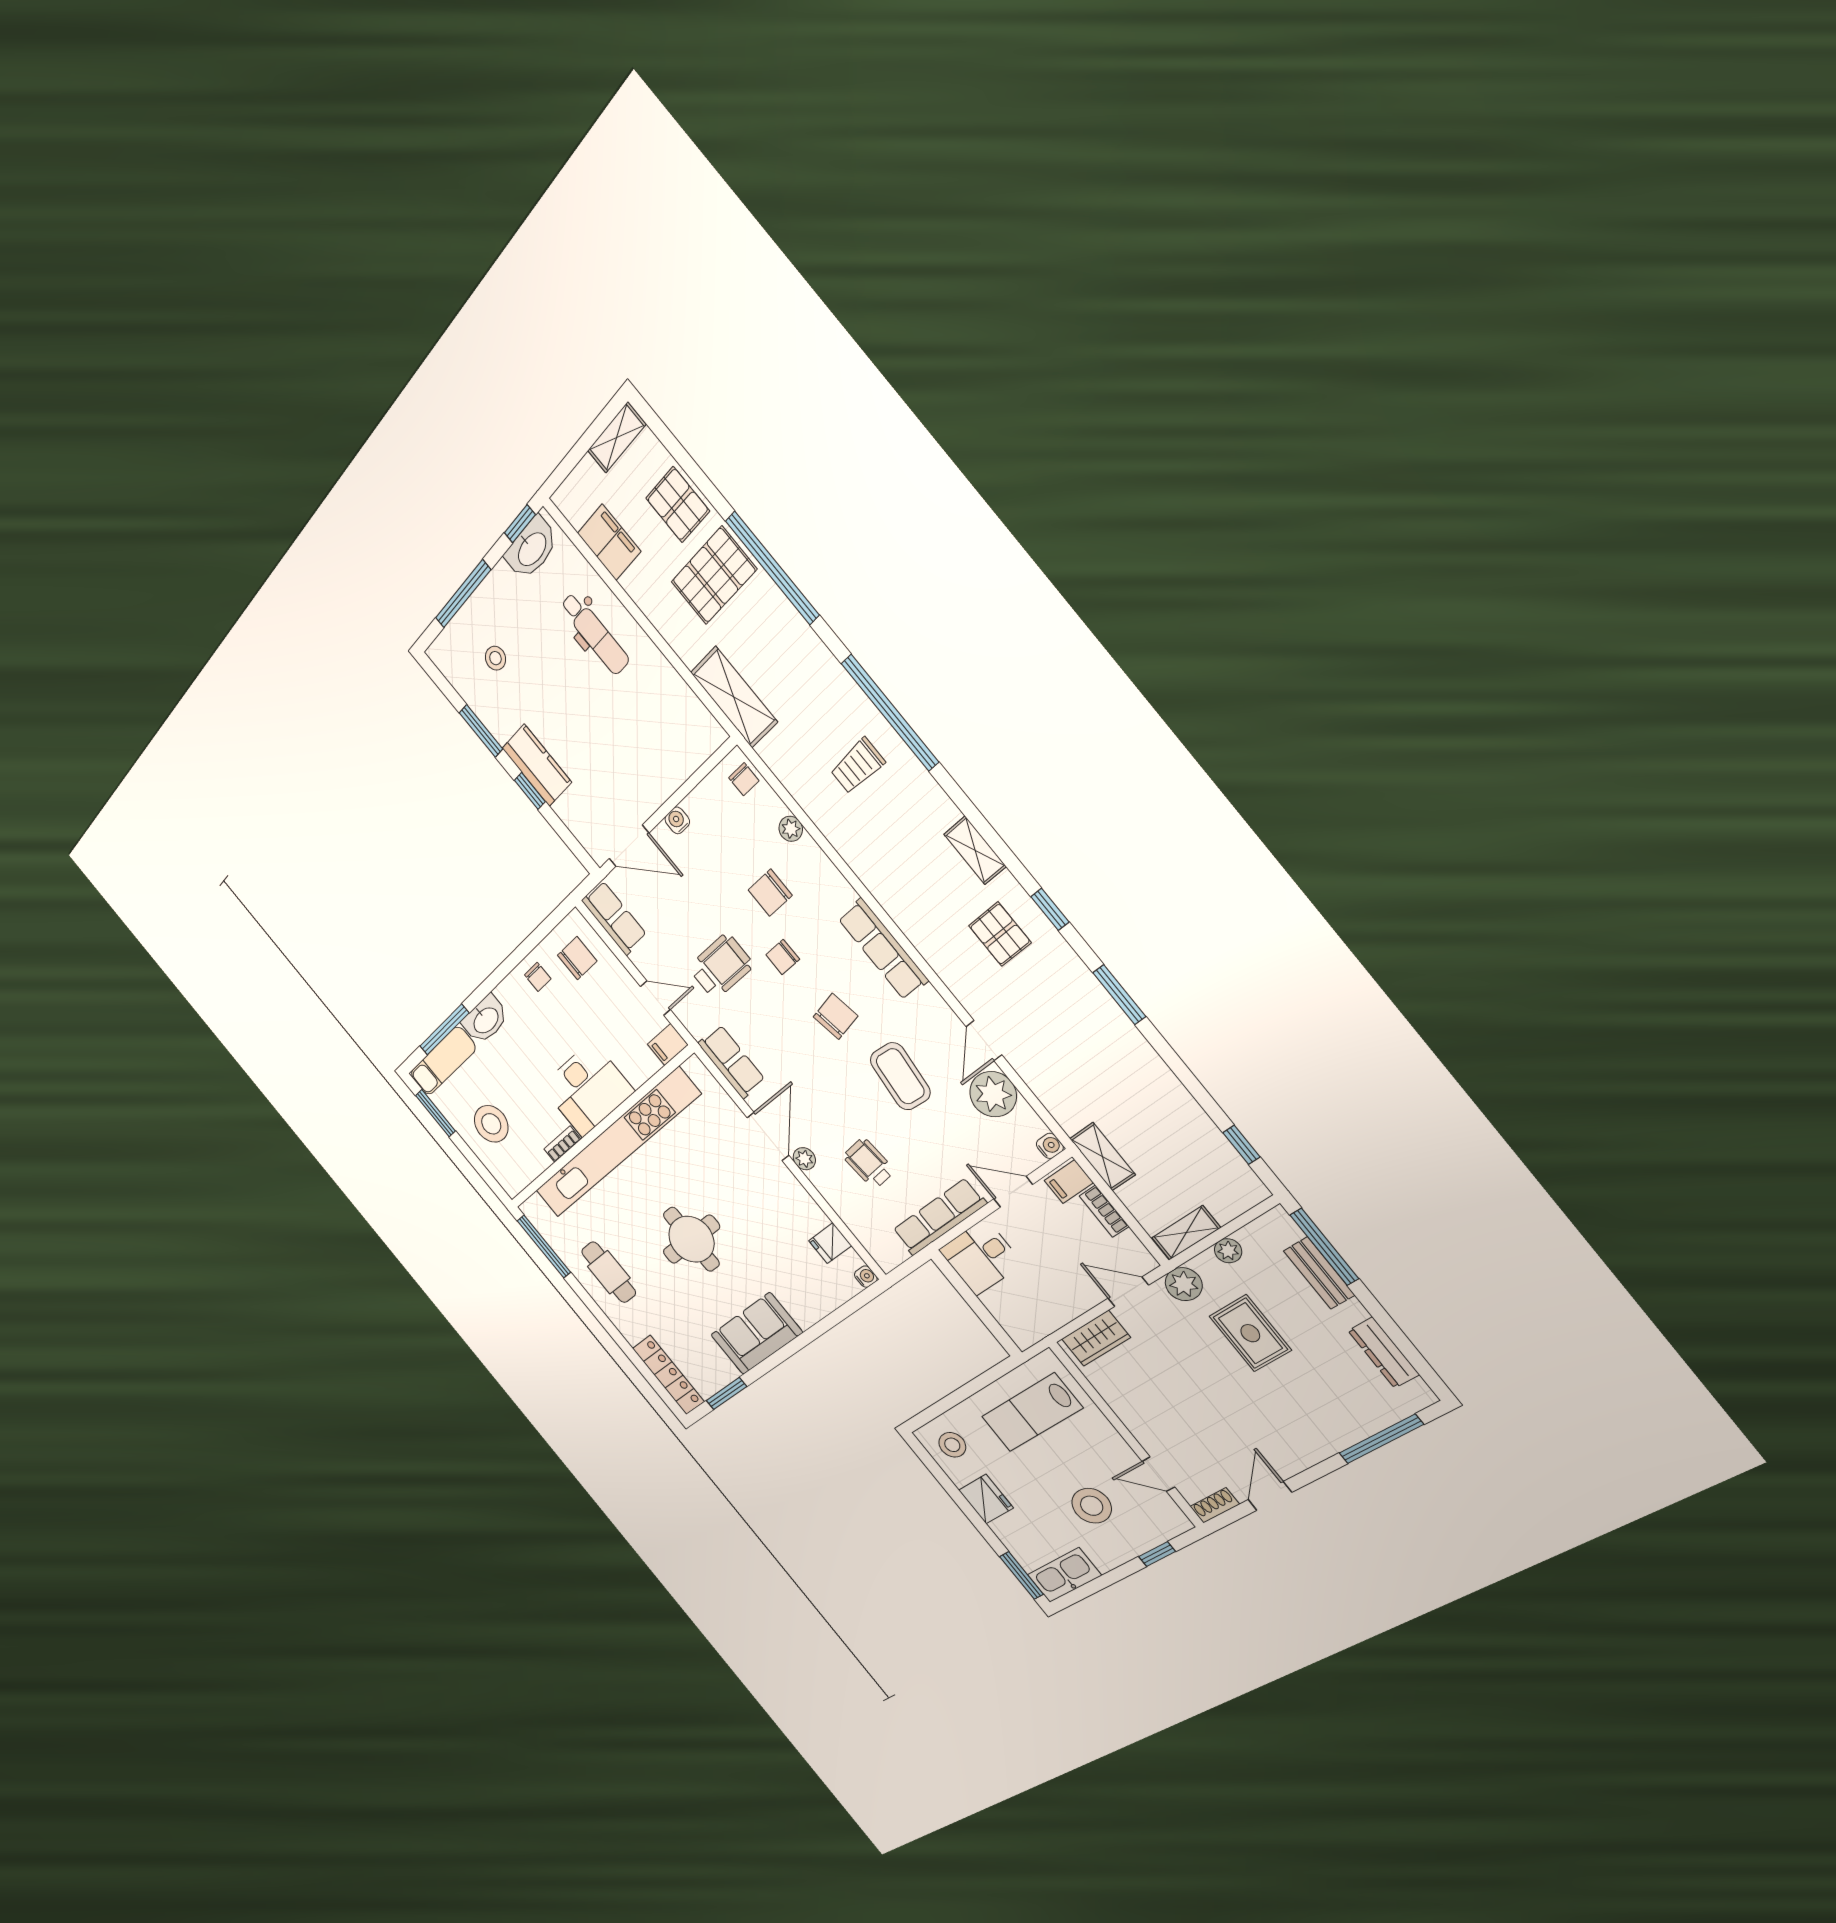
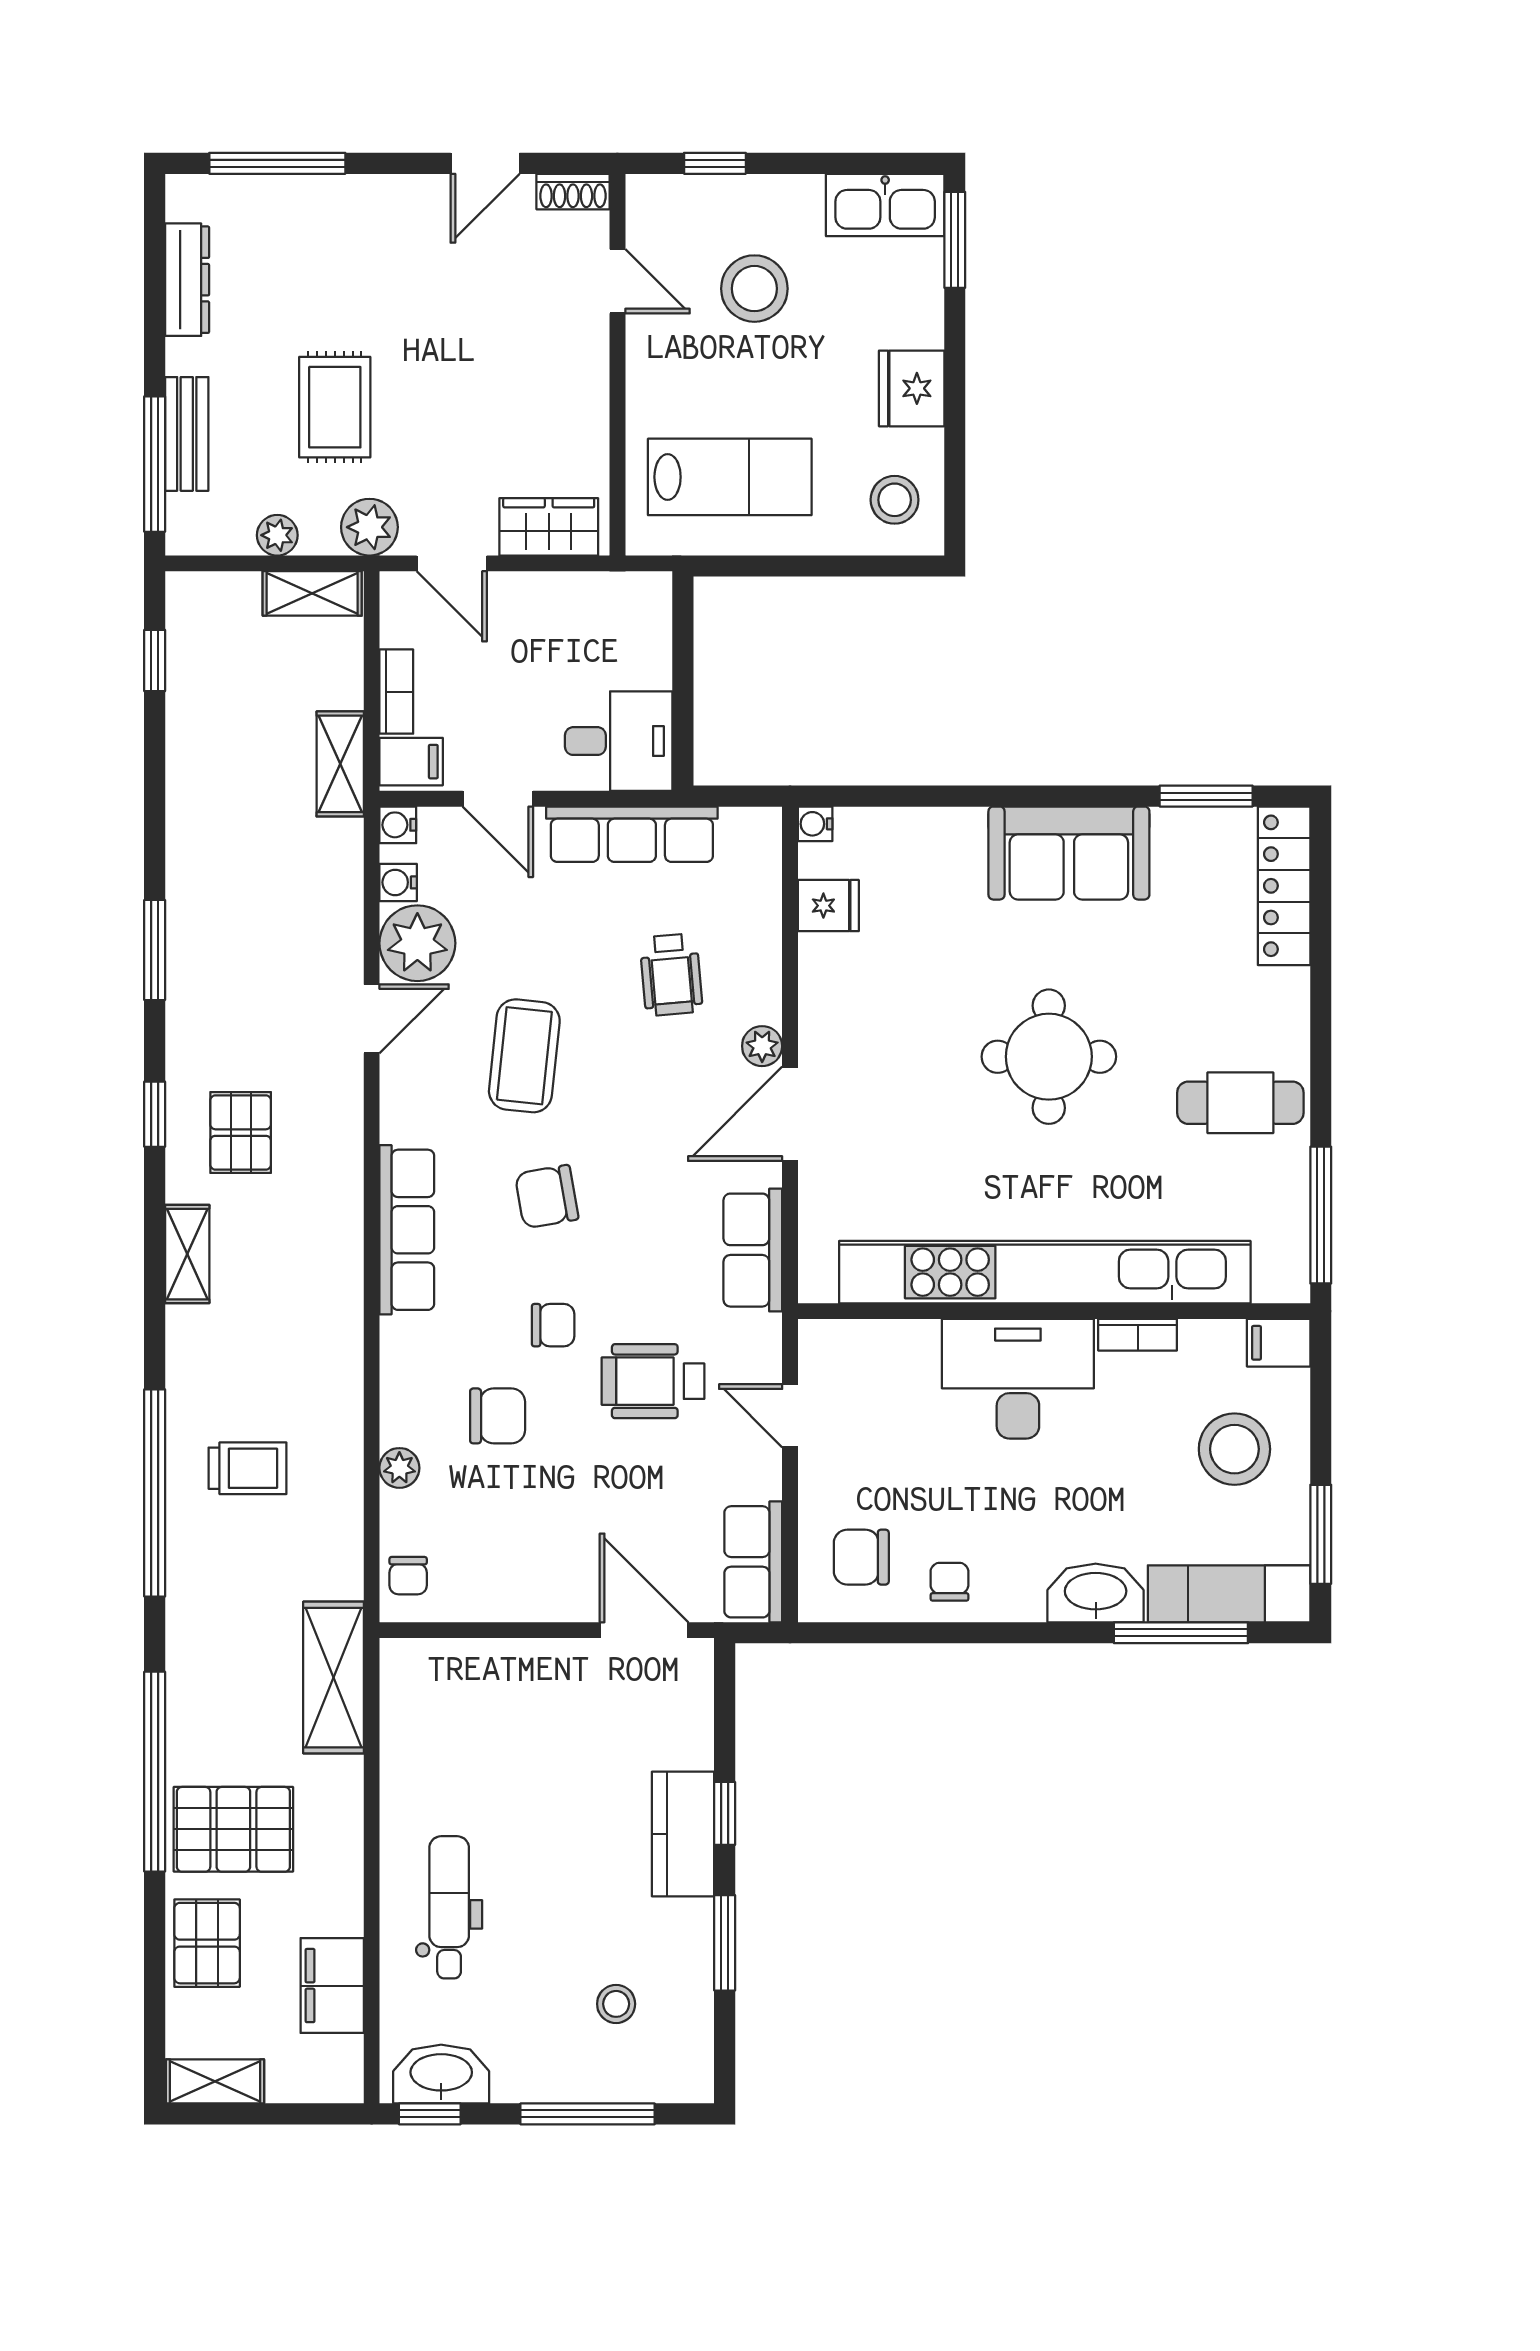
chair: (744, 779) -> (408, 1576), turned 180
water cooler: (677, 820) -> (398, 882), moved, turned 90
filing cabinet: (668, 1045) -> (1279, 1343), moved, turned 180
cafe table: (609, 1272) -> (1240, 1103), turned 90

